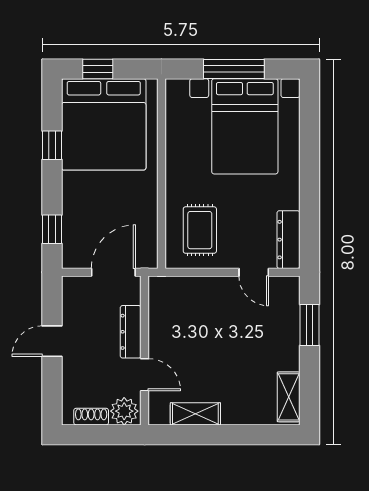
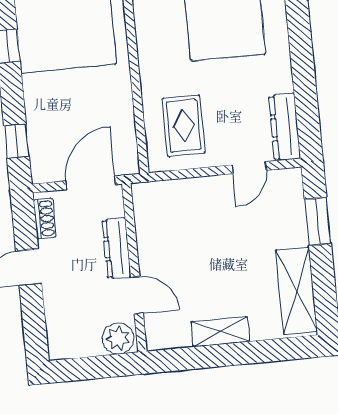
door: (254, 272) -> (249, 168), hinge flipped
shelving: (289, 397) -> (296, 291), width x1.50, depth x1.33
shelving: (195, 414) -> (220, 332), moved
shoe rack: (91, 417) -> (45, 218), moved, turned 90

